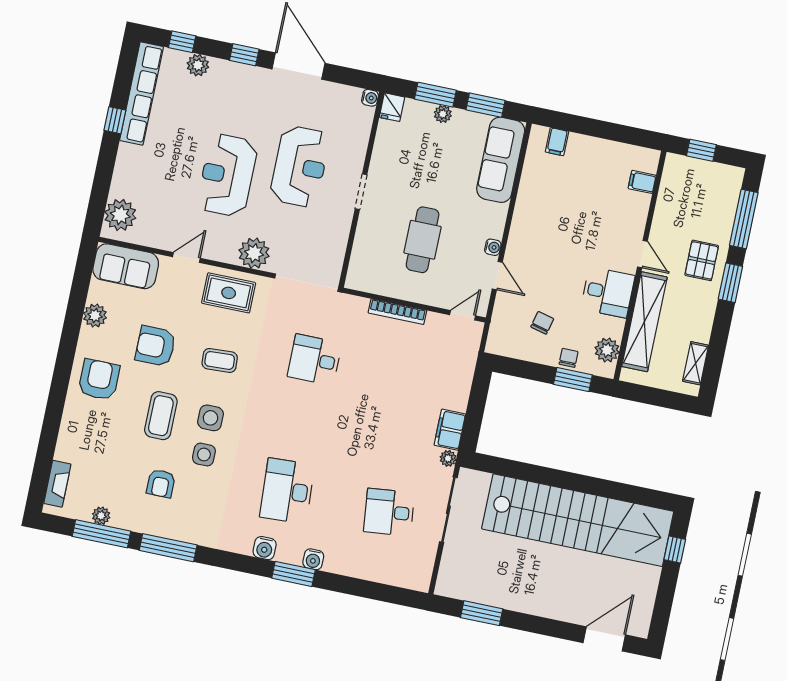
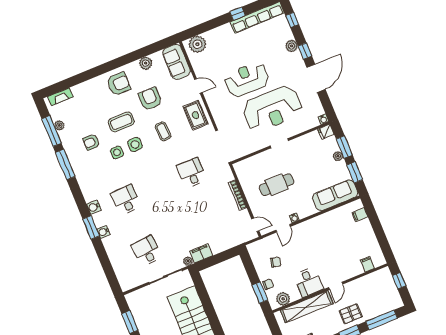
plant: (198, 65) -> (292, 46), moved
reception desk: (300, 166) -> (272, 109), width x1.36, depth x1.30
plant: (254, 253) -> (220, 115), removed
desk: (287, 491) -> (126, 200), width x0.73

